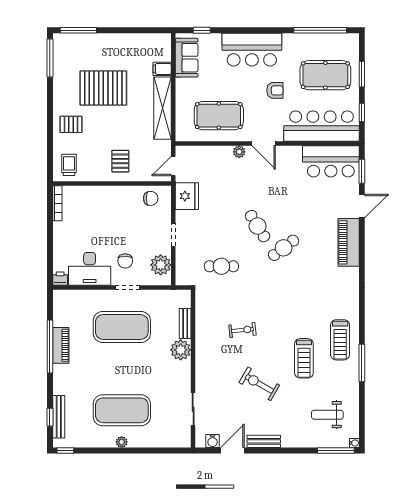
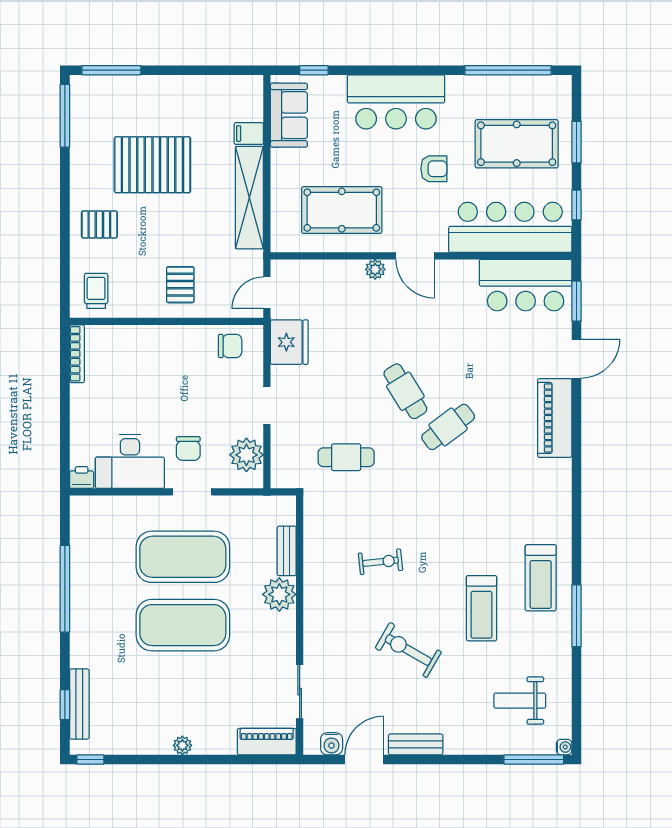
piano: (61, 345) -> (267, 742), moved, turned -90
exercise mat: (122, 410) -> (183, 625), moved

